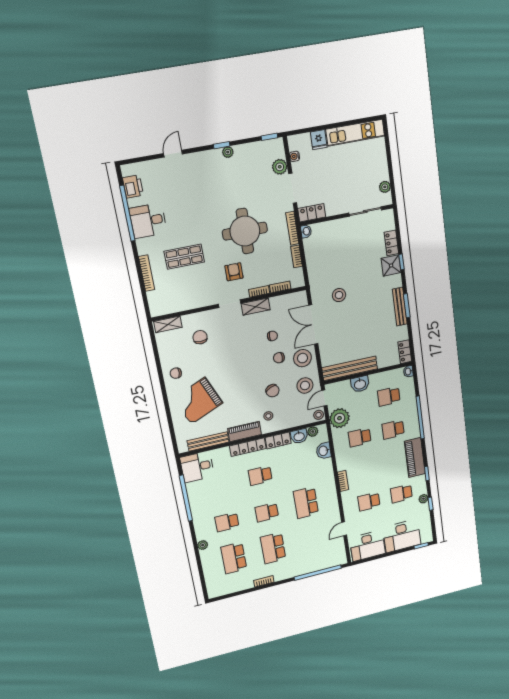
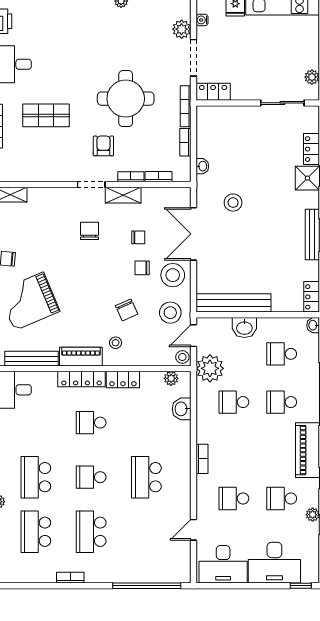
washbasin: (306, 231) -> (202, 166), moved
chair: (200, 337) -> (89, 231), moved
washbasin: (299, 436) -> (152, 380), removed
school desk: (227, 522) -> (36, 477), width x1.85

